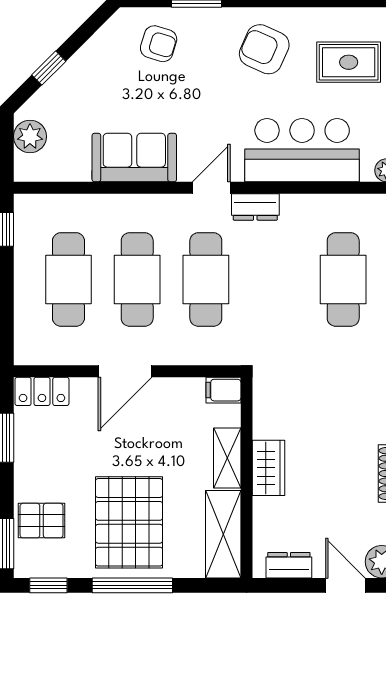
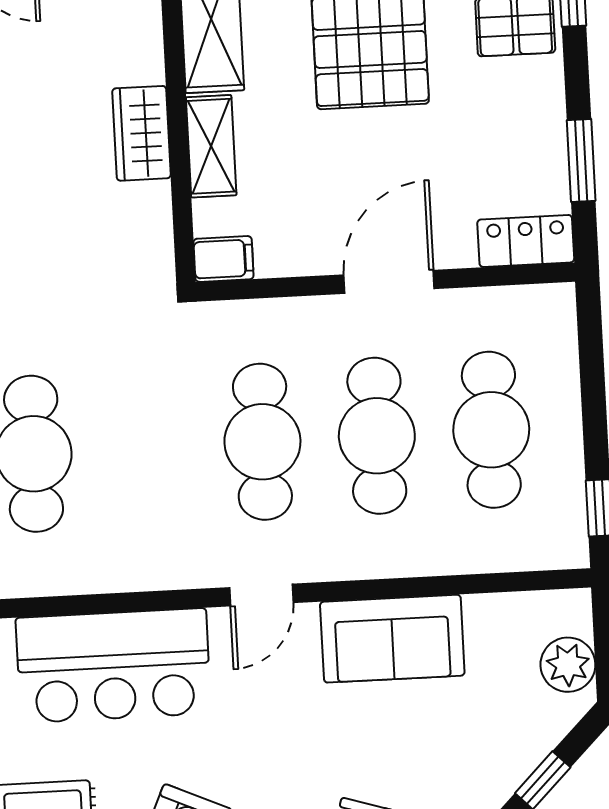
dresser: (255, 207) -> (186, 567), removed

